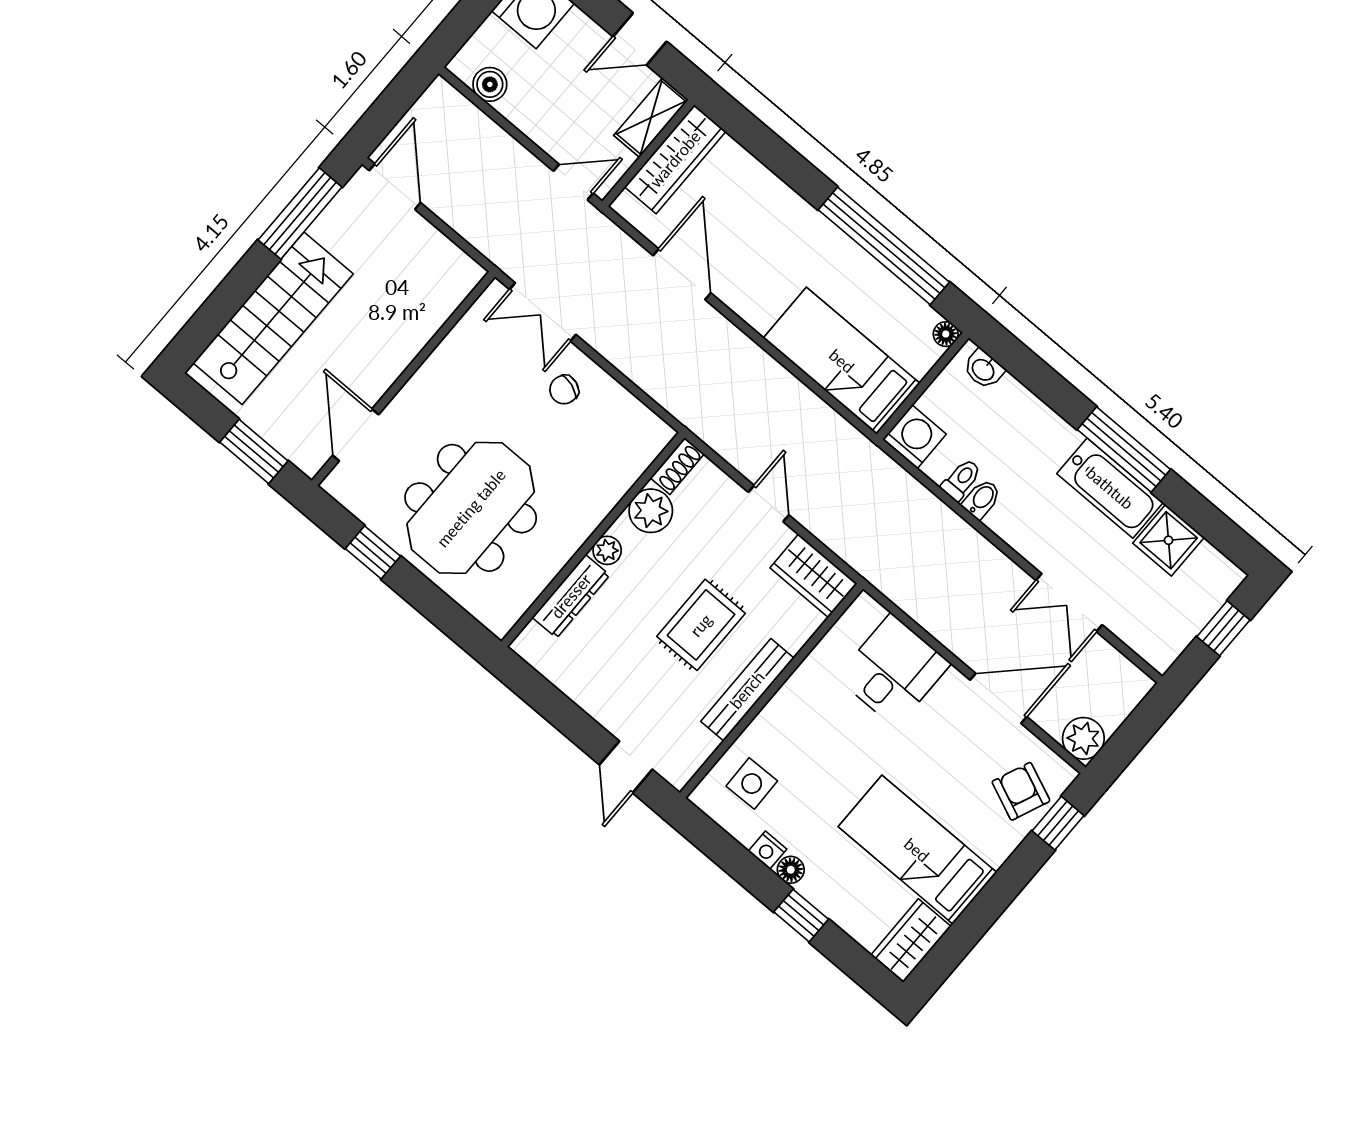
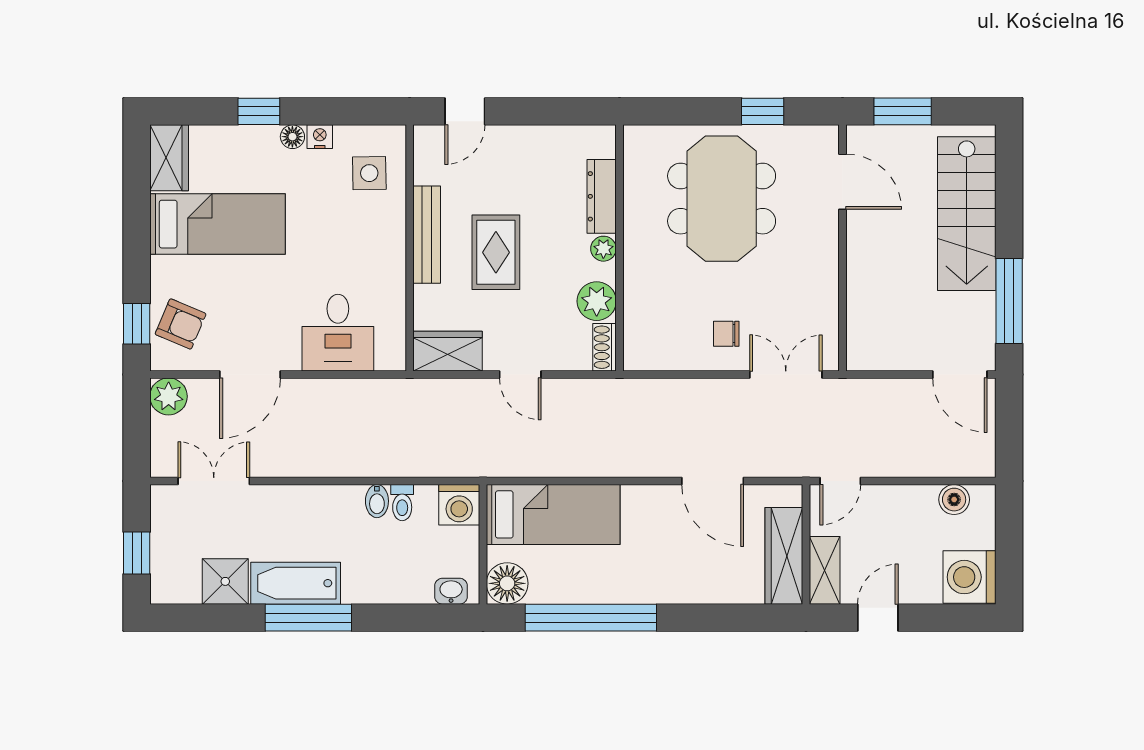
floor lamp: (946, 334) -> (507, 583), width x1.89, depth x1.89
chair: (564, 390) -> (726, 334), turned -109
double door: (1069, 603) -> (214, 481), moved
door: (626, 767) -> (465, 111), swing flipped

